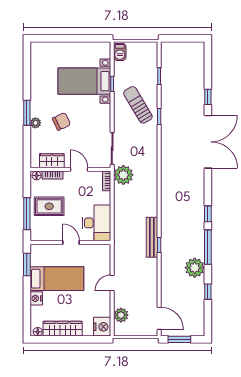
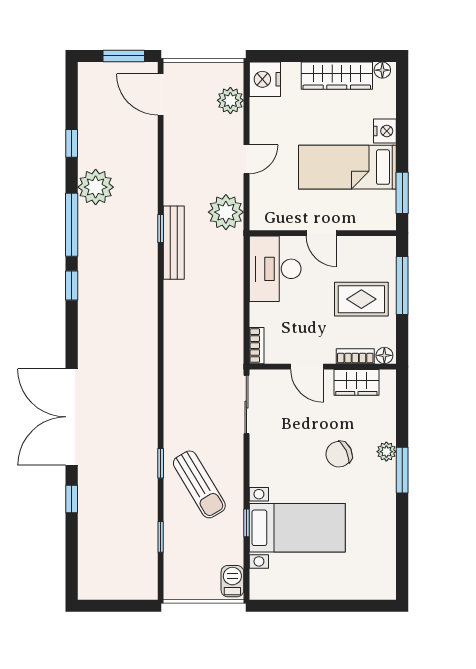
plant: (123, 175) -> (226, 212), moved

